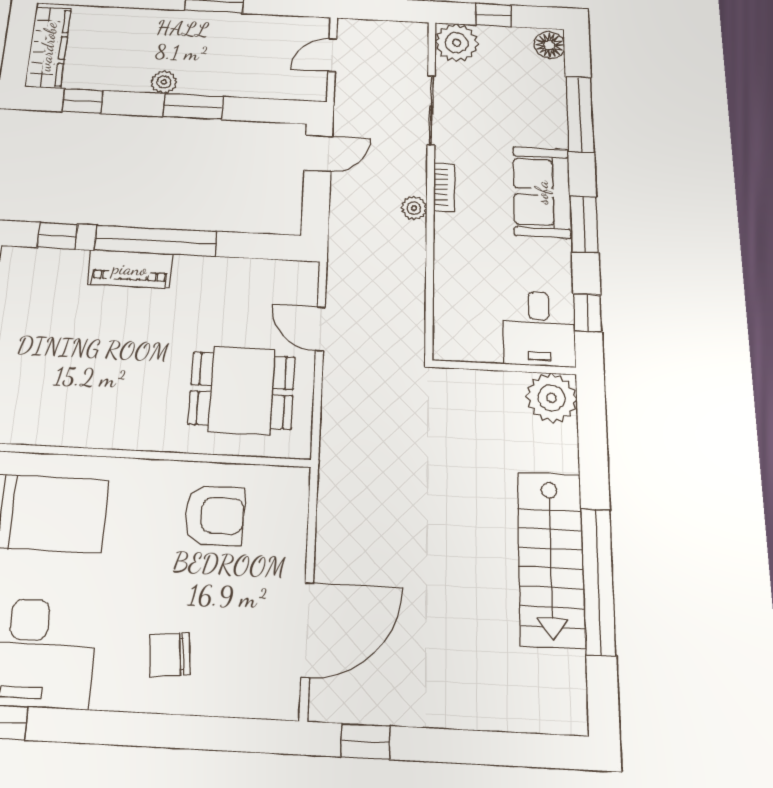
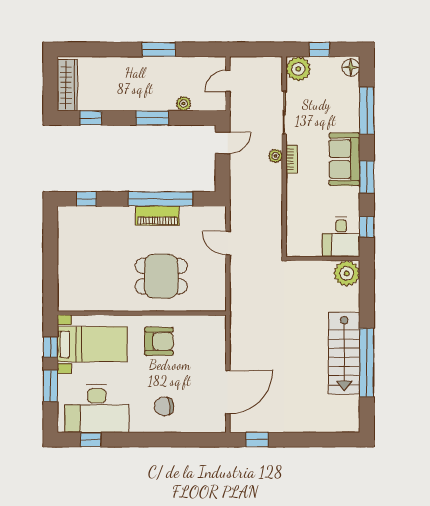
plant: (164, 82) -> (183, 104), moved
plant: (414, 208) -> (275, 156), moved
window: (156, 241) -> (160, 199), moved
piano: (130, 269) -> (157, 216), moved
dining table: (242, 390) -> (161, 276), moved
armchair: (214, 515) -> (159, 341), moved

